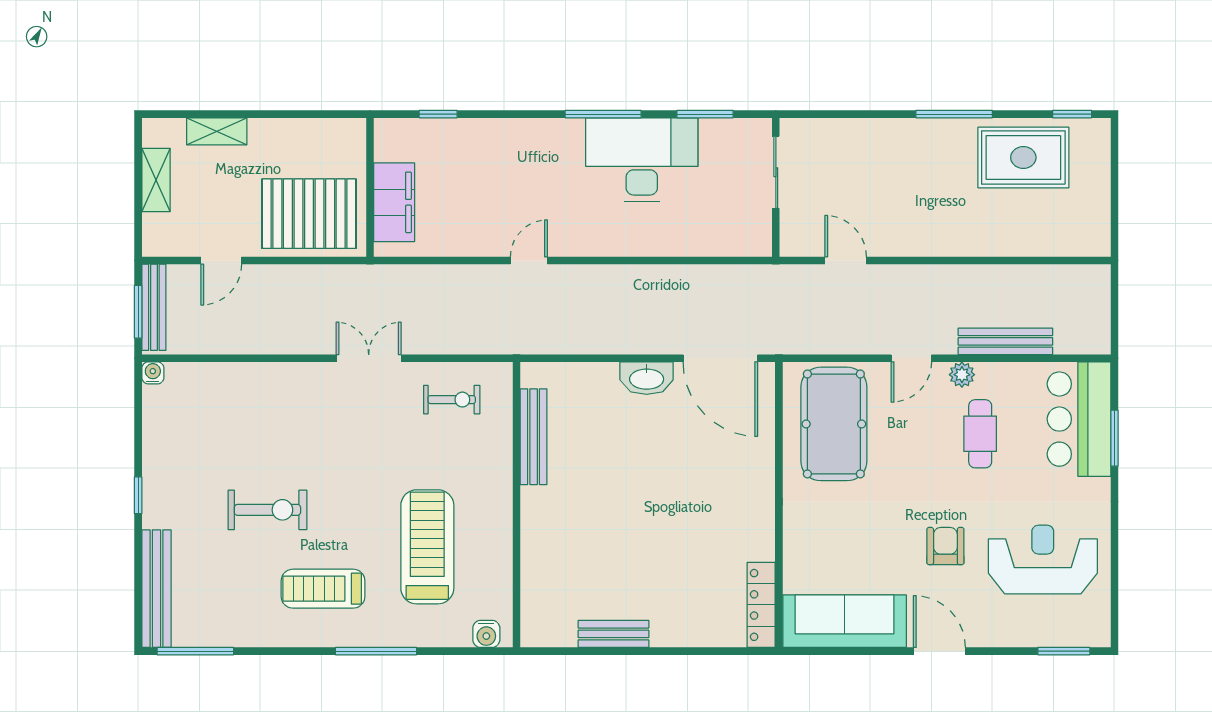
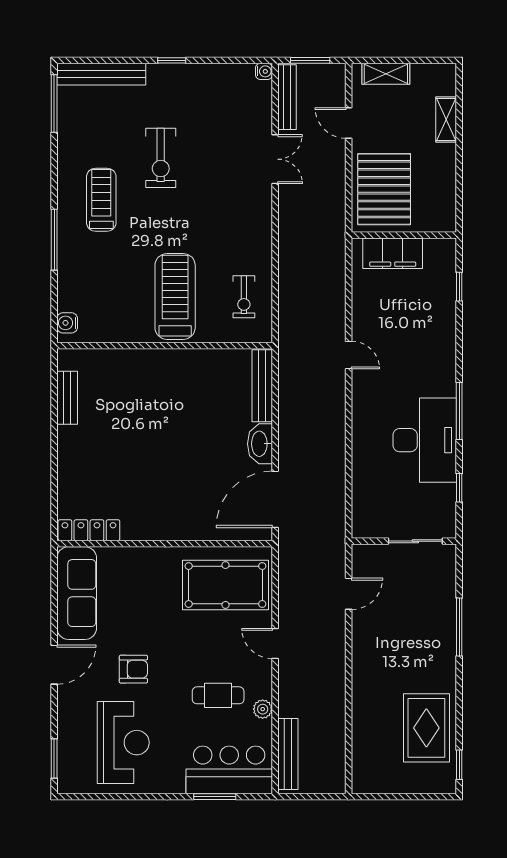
window: (705, 114) -> (459, 488), width x0.67
window: (954, 114) -> (459, 627), moved
shelving: (156, 180) -> (386, 74), moved
bench: (154, 307) -> (287, 97), moved, turned 90
bench: (1005, 341) -> (288, 754), moved
double door: (369, 358) -> (275, 159), moved
plant: (962, 375) -> (263, 709), moved
bench: (534, 437) -> (262, 386), moved, turned 90
treadmill: (427, 547) -> (175, 296), moved, turned -90
bench: (614, 634) -> (67, 398), moved

